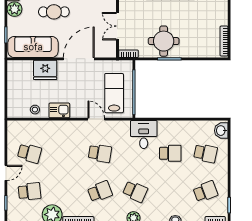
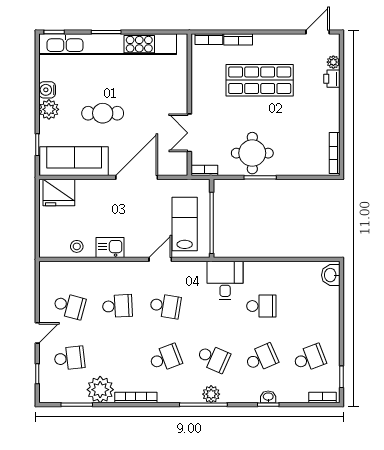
fridge: (45, 70) -> (59, 192), moved
door: (96, 119) -> (160, 259), hinge flipped
school desk: (65, 153) -> (117, 306), added
school desk: (205, 153) -> (261, 358), moved, turned -36

